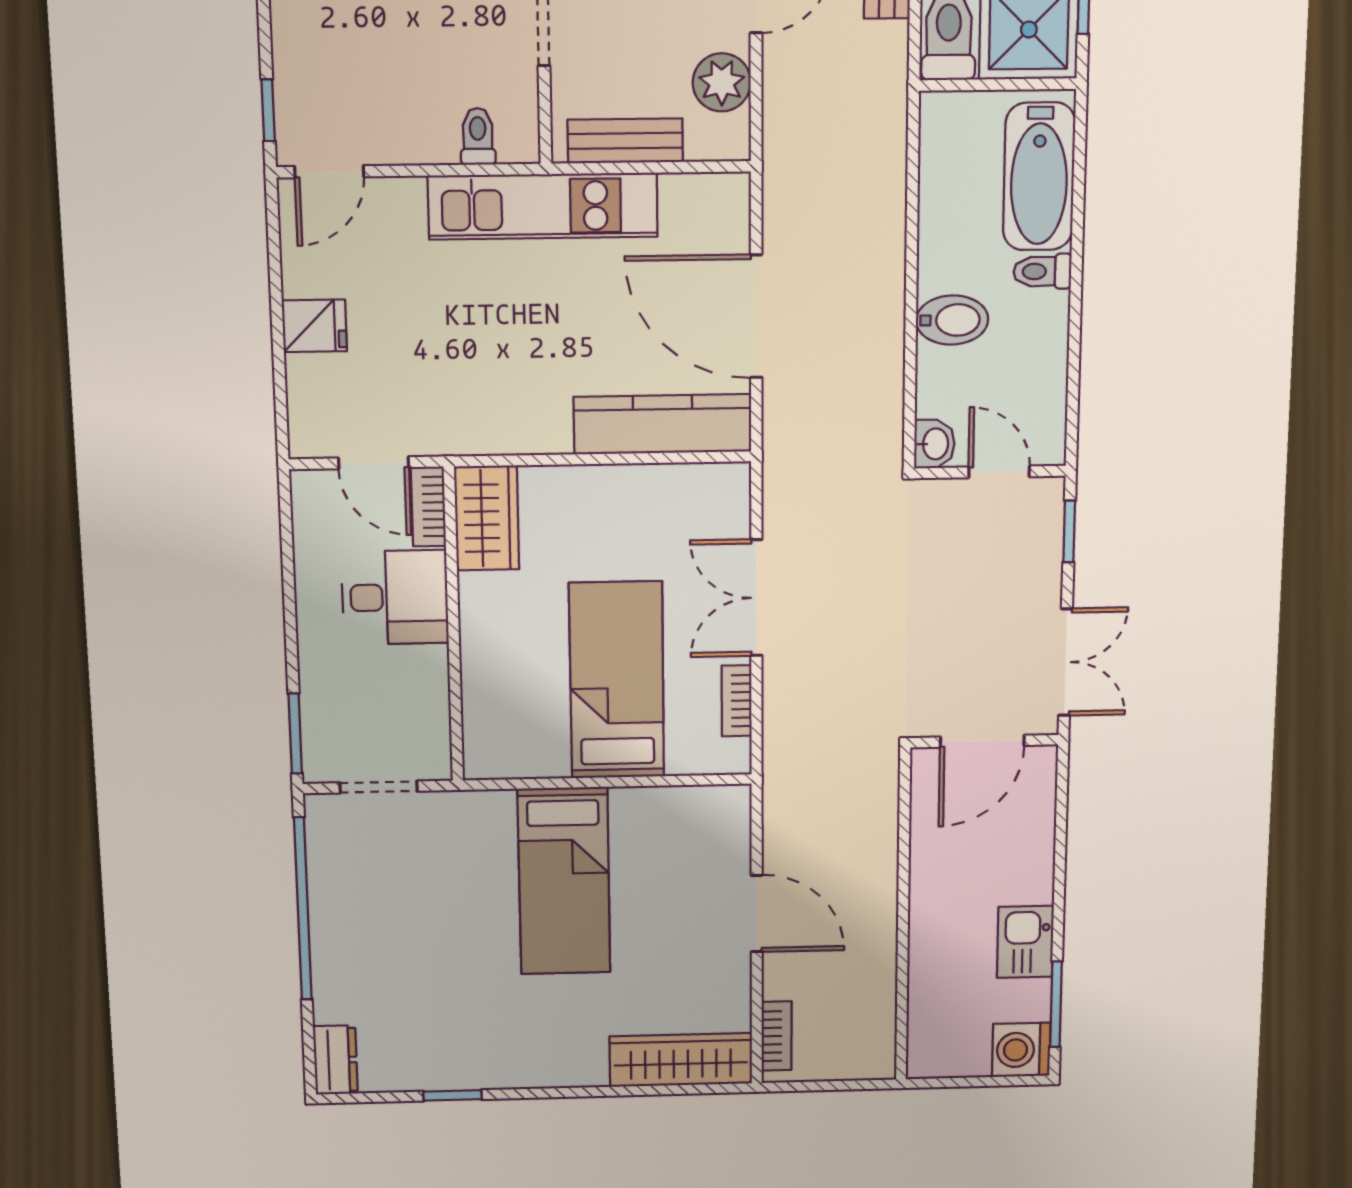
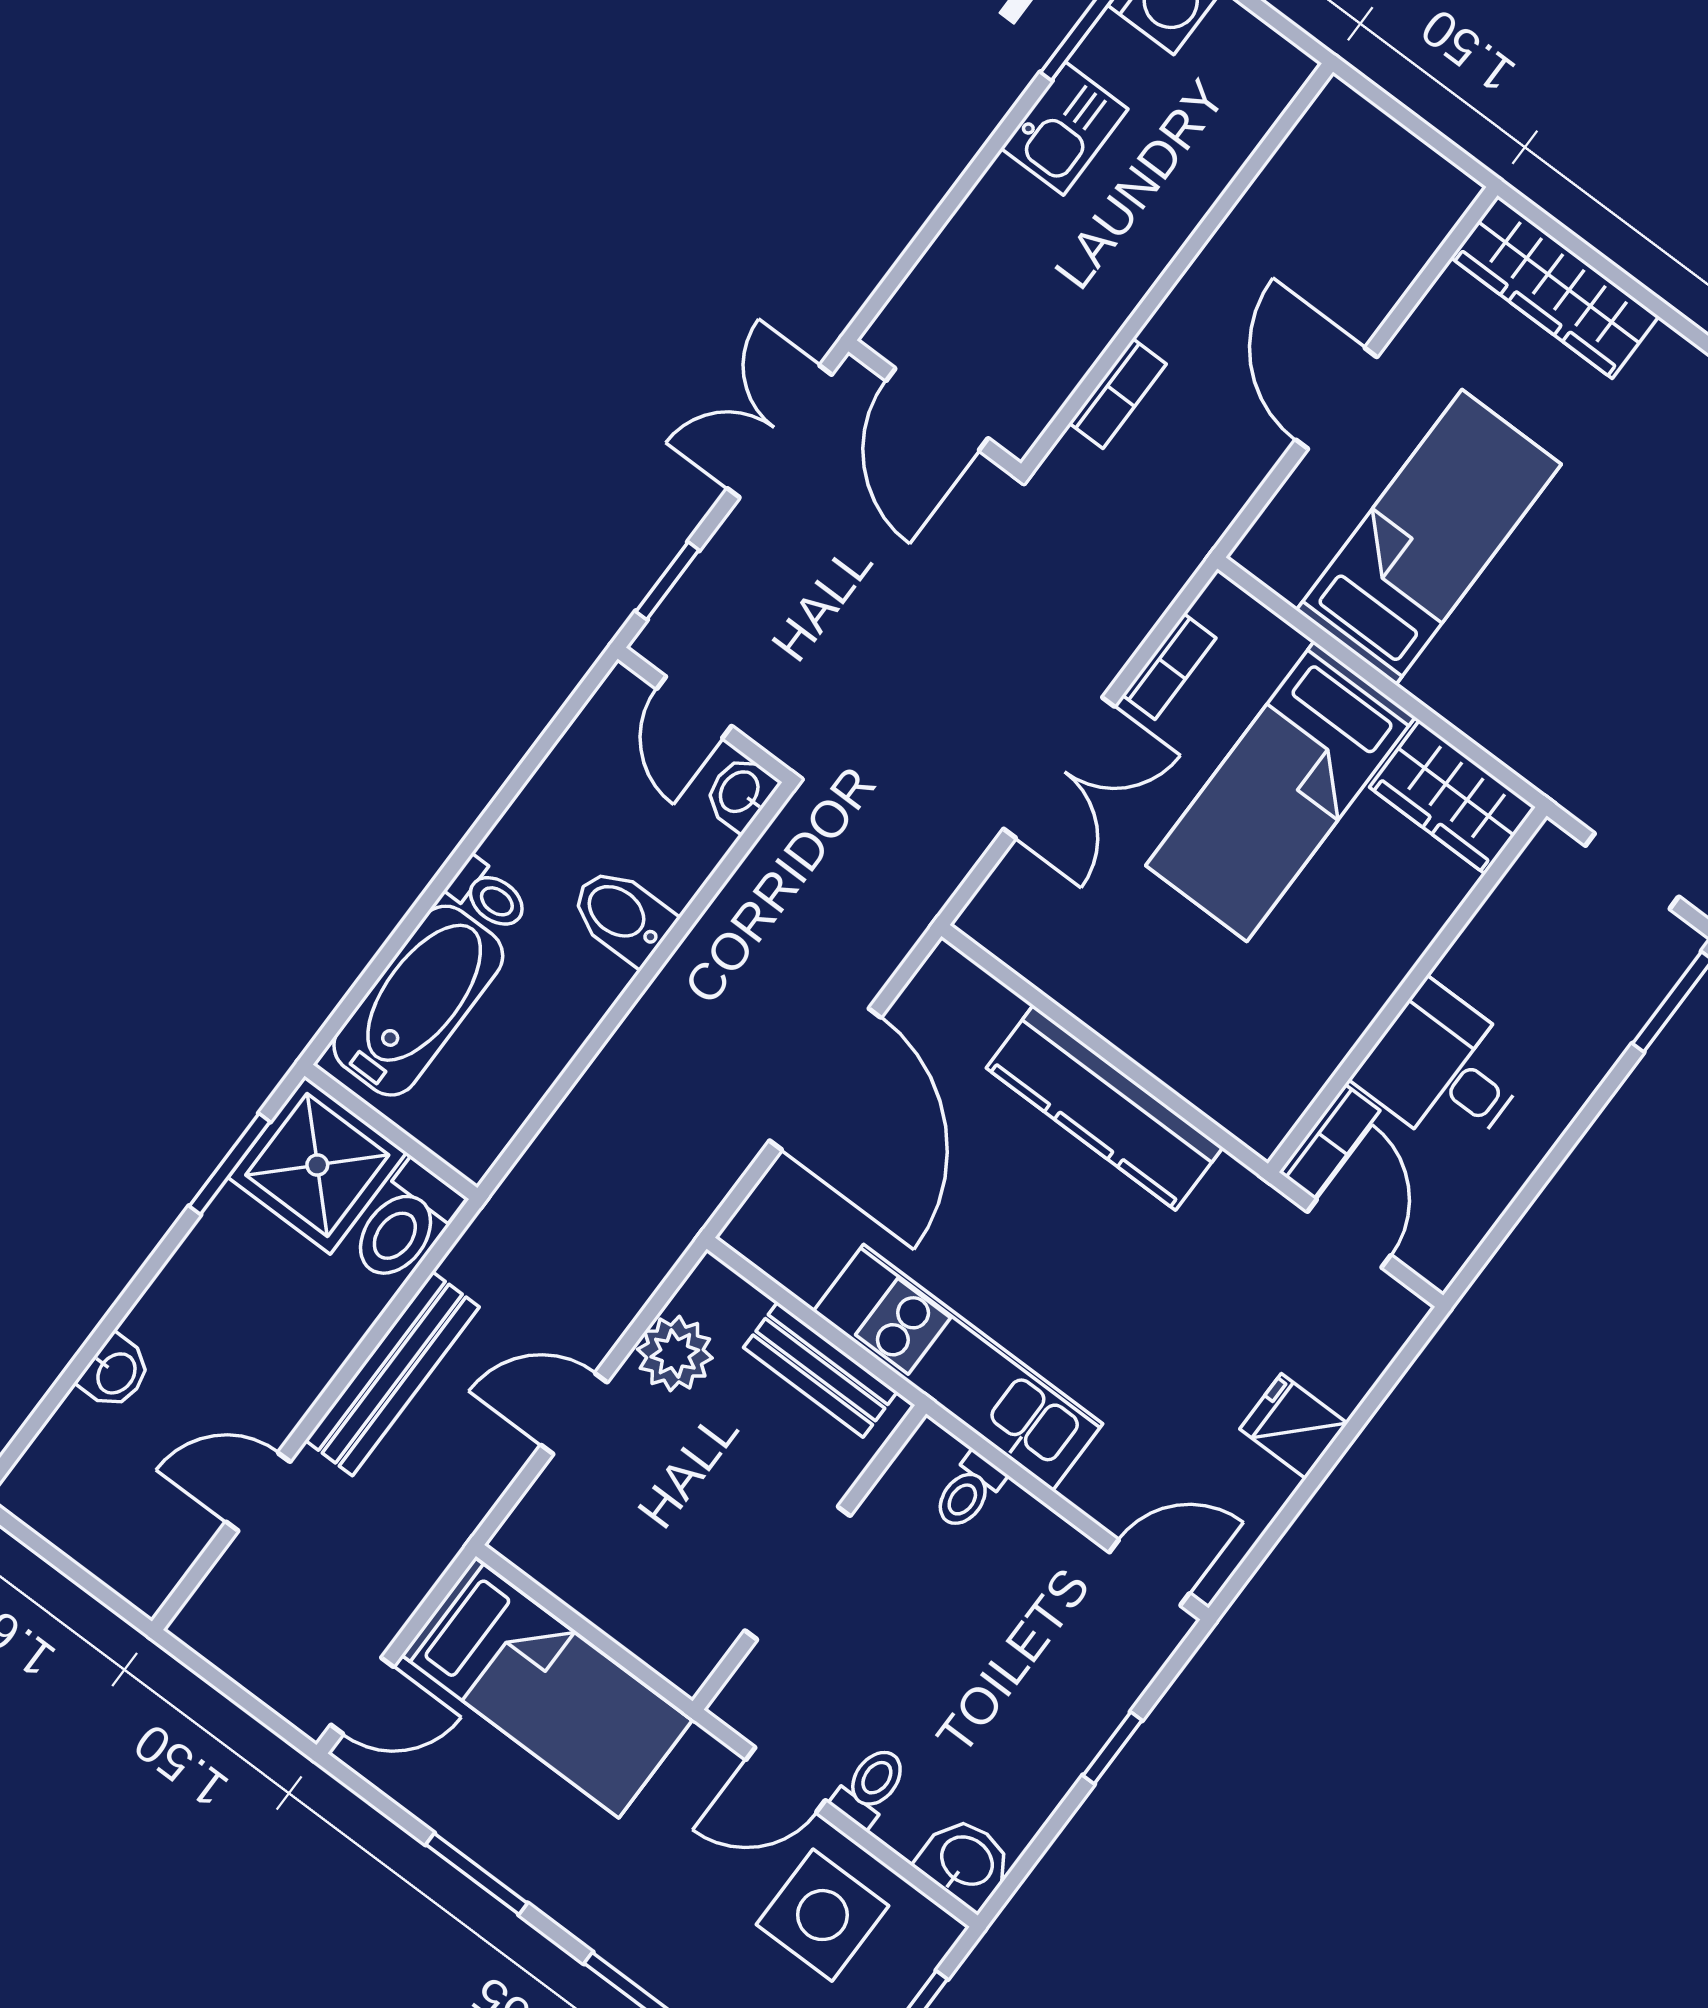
window: (268, 110) -> (1112, 1748), moved
kitchen counter: (663, 424) -> (1104, 1108), moved
wardrobe: (487, 518) -> (1452, 797), moved, turned -90
door: (982, 741) -> (937, 409), swing flipped
bed: (564, 881) -> (1429, 537), moved
bookcase: (776, 1036) -> (1118, 394), moved, turned 180

